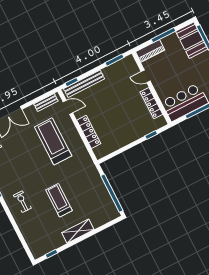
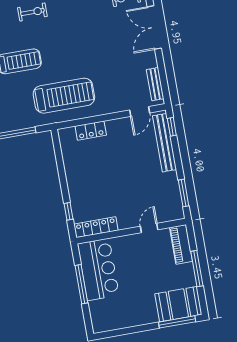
locker: (151, 103) -> (96, 227), moved
locker: (89, 132) -> (91, 131), width x0.66
treadmill: (53, 141) -> (64, 96), moved

